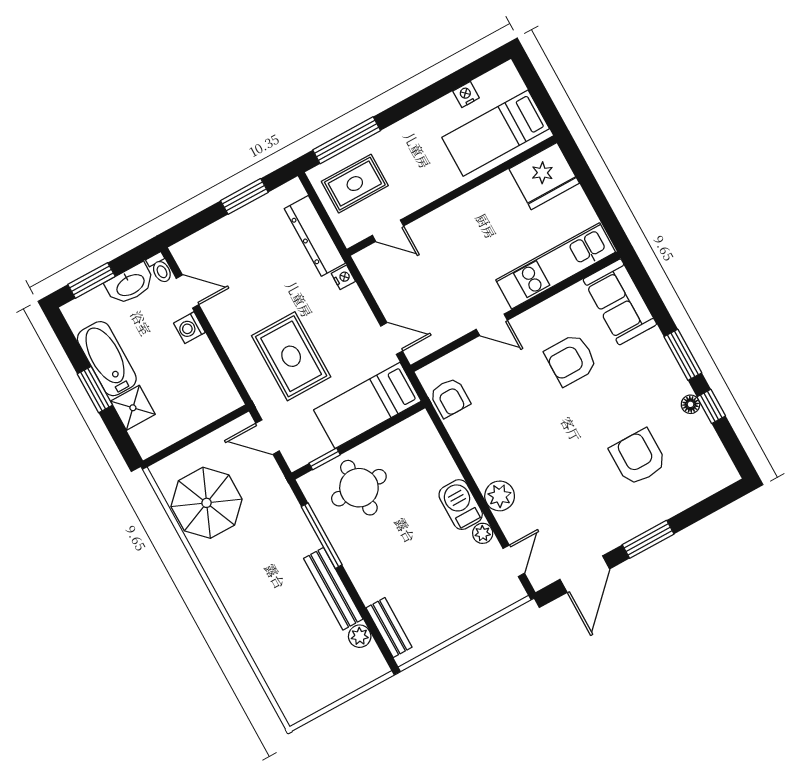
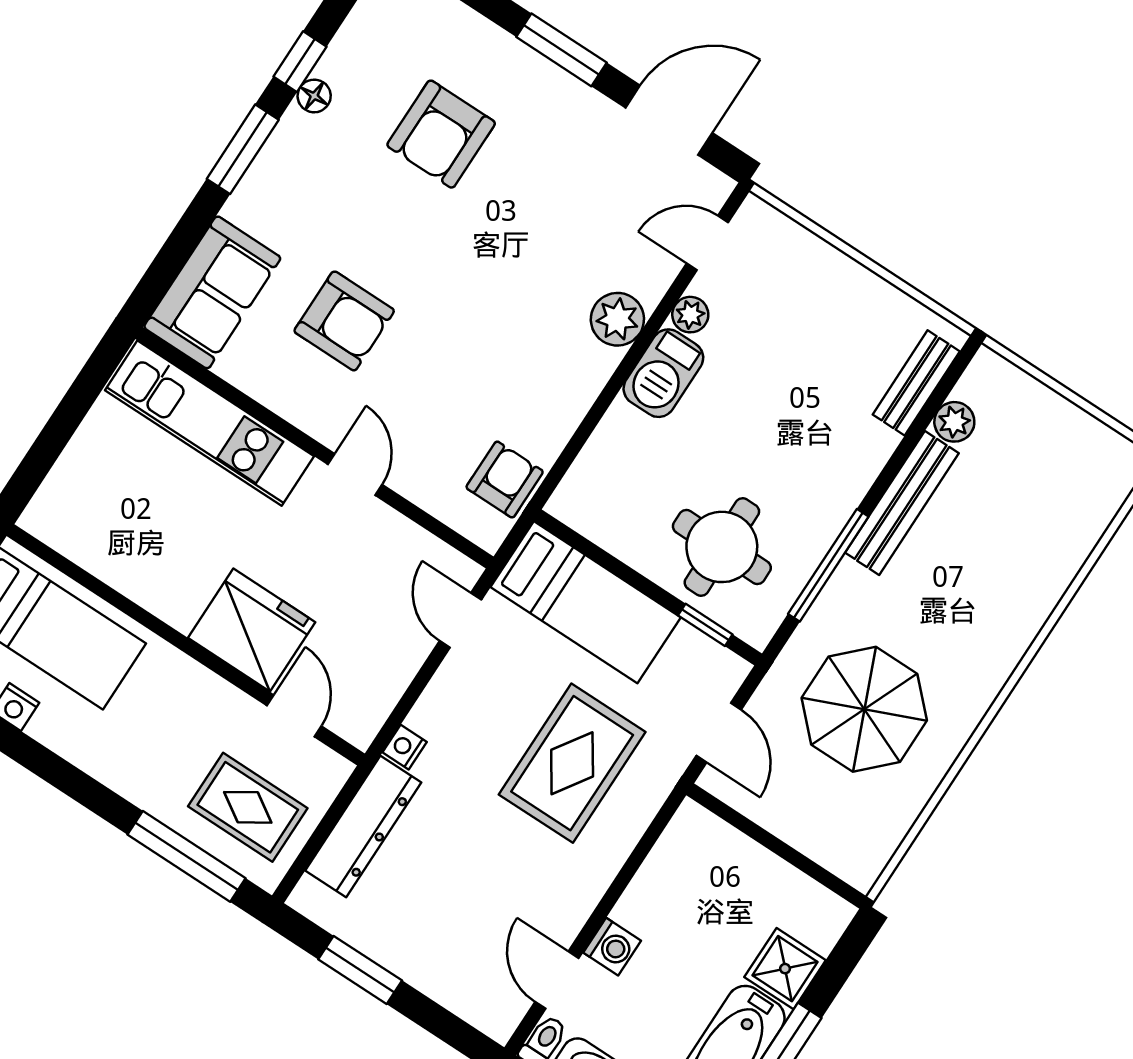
fridge: (544, 176) -> (252, 630), moved
parasol: (207, 503) -> (864, 709), moved

